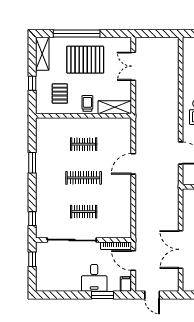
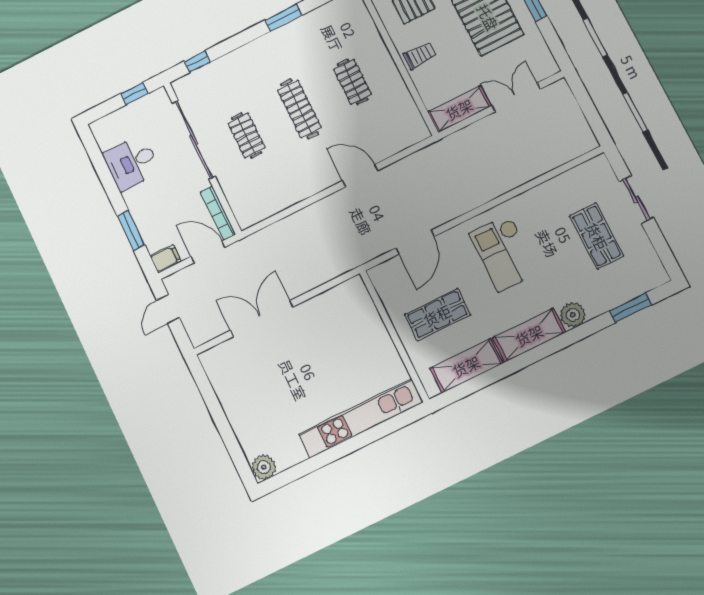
shelving: (115, 107) -> (459, 109), moved, turned 90
door: (133, 261) -> (208, 252), hinge flipped
desk: (94, 278) -> (132, 163), moved

